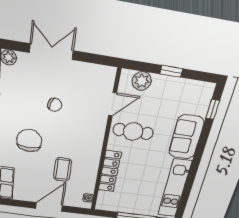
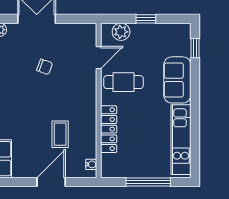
chair: (29, 141) -> (24, 107), removed

